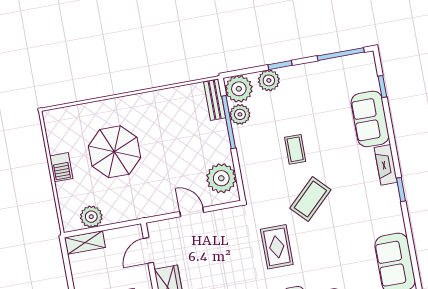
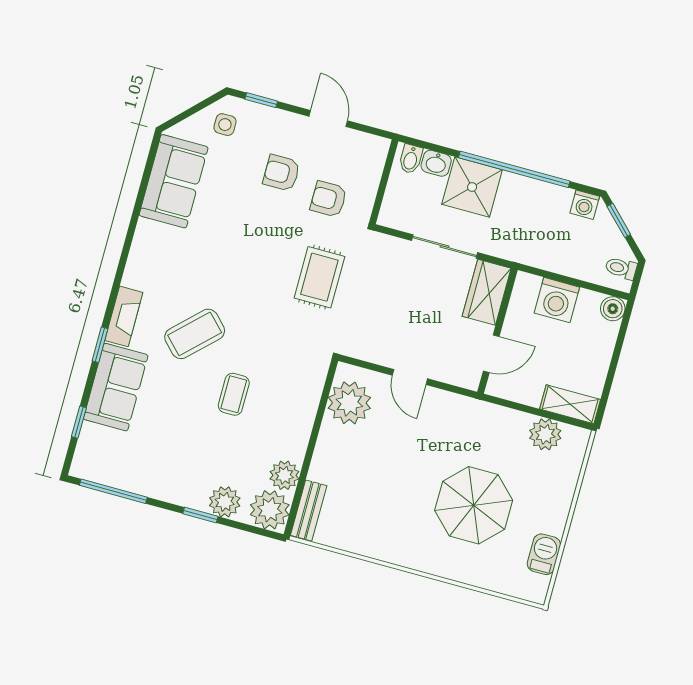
window: (229, 122) -> (304, 472), removed
barbecue: (61, 167) -> (544, 554), moved
window: (401, 190) -> (100, 345), moved
coffee table: (310, 199) -> (195, 334), moved

